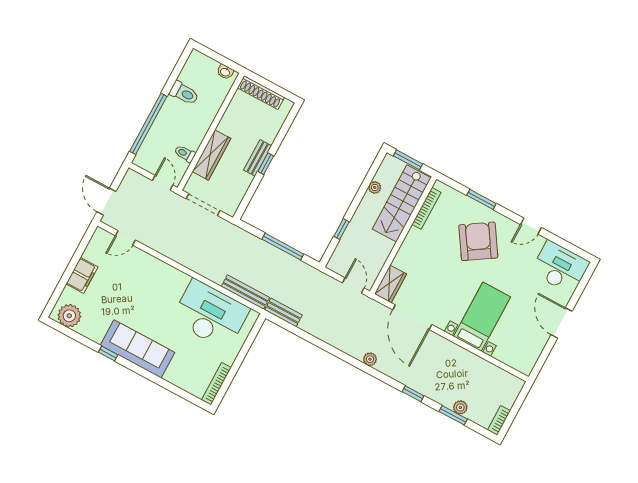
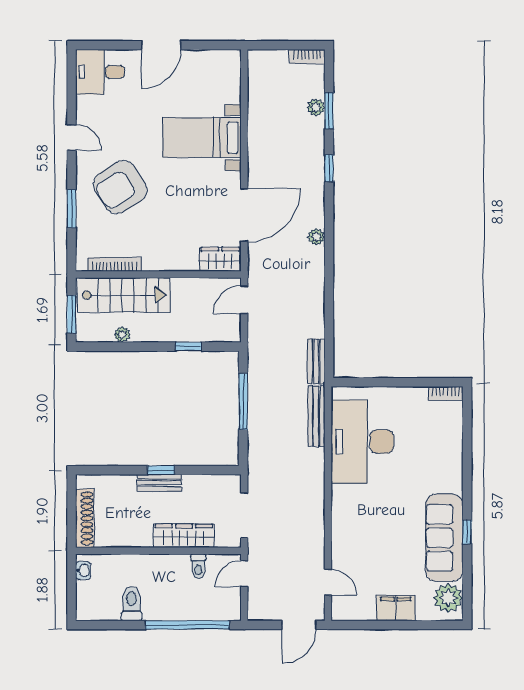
desk: (560, 267) -> (100, 72), width x0.73
sofa: (137, 349) -> (444, 538), moved
bookcase: (216, 384) -> (446, 393), width x0.64

